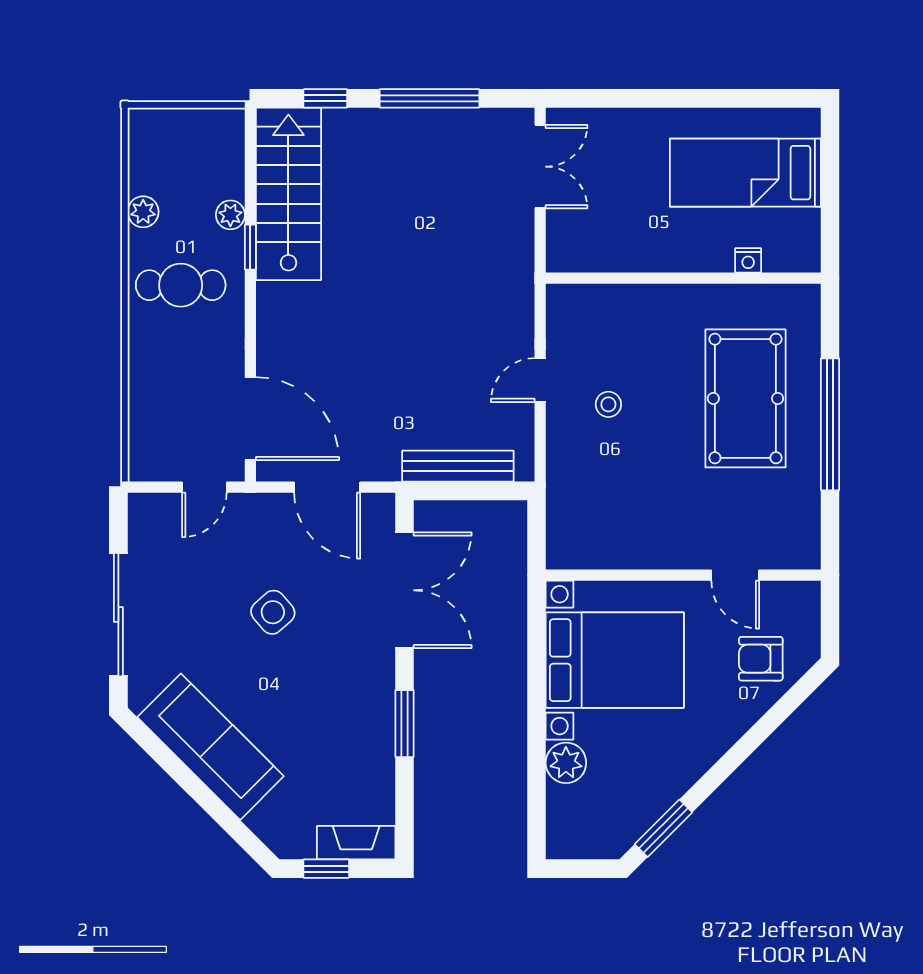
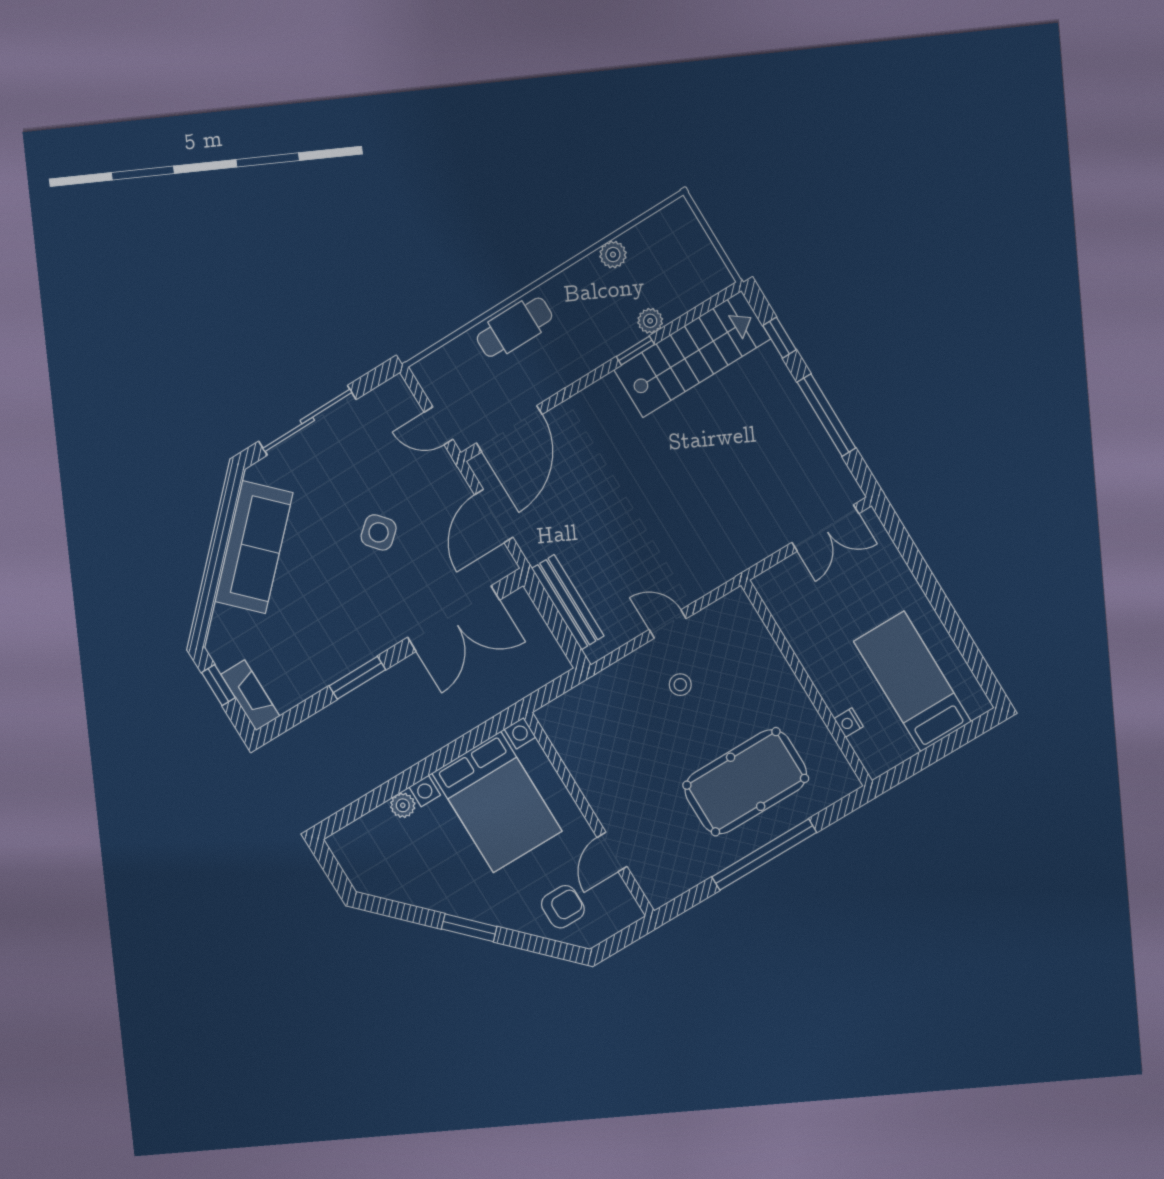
cafe table: (181, 285) -> (514, 327), moved, turned 90
armchair: (761, 659) -> (563, 907), turned 90
plant: (566, 763) -> (403, 805), width x0.73, depth x0.73
window: (663, 828) -> (469, 928), moved

